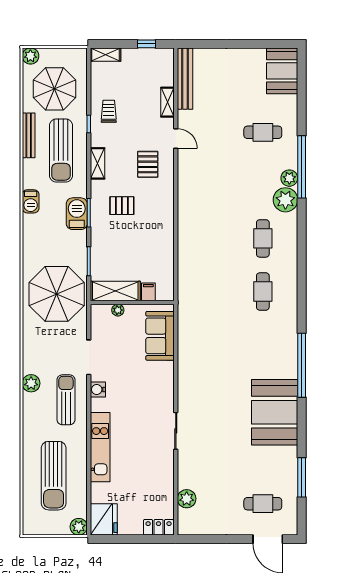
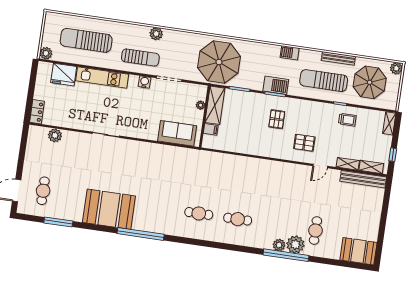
shelving: (97, 163) -> (371, 167), moved
plant: (285, 200) -> (295, 244), moved
fridge: (104, 519) -> (64, 75), moved

